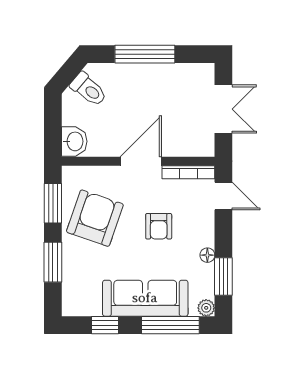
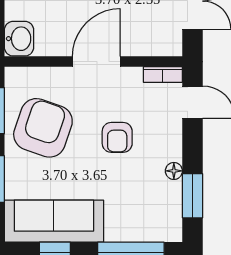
bookcase: (188, 172) -> (163, 74), width x0.64
sofa: (145, 298) -> (54, 221), moved
plant: (206, 308) -> (173, 232), removed

